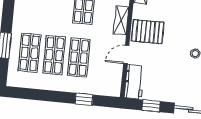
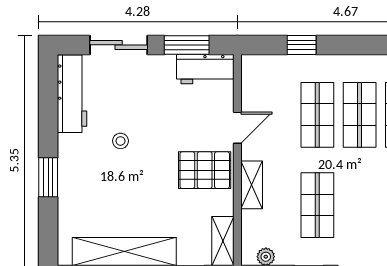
workbench: (134, 82) -> (205, 69), moved, turned -90
window: (151, 106) -> (187, 45), width x1.50

